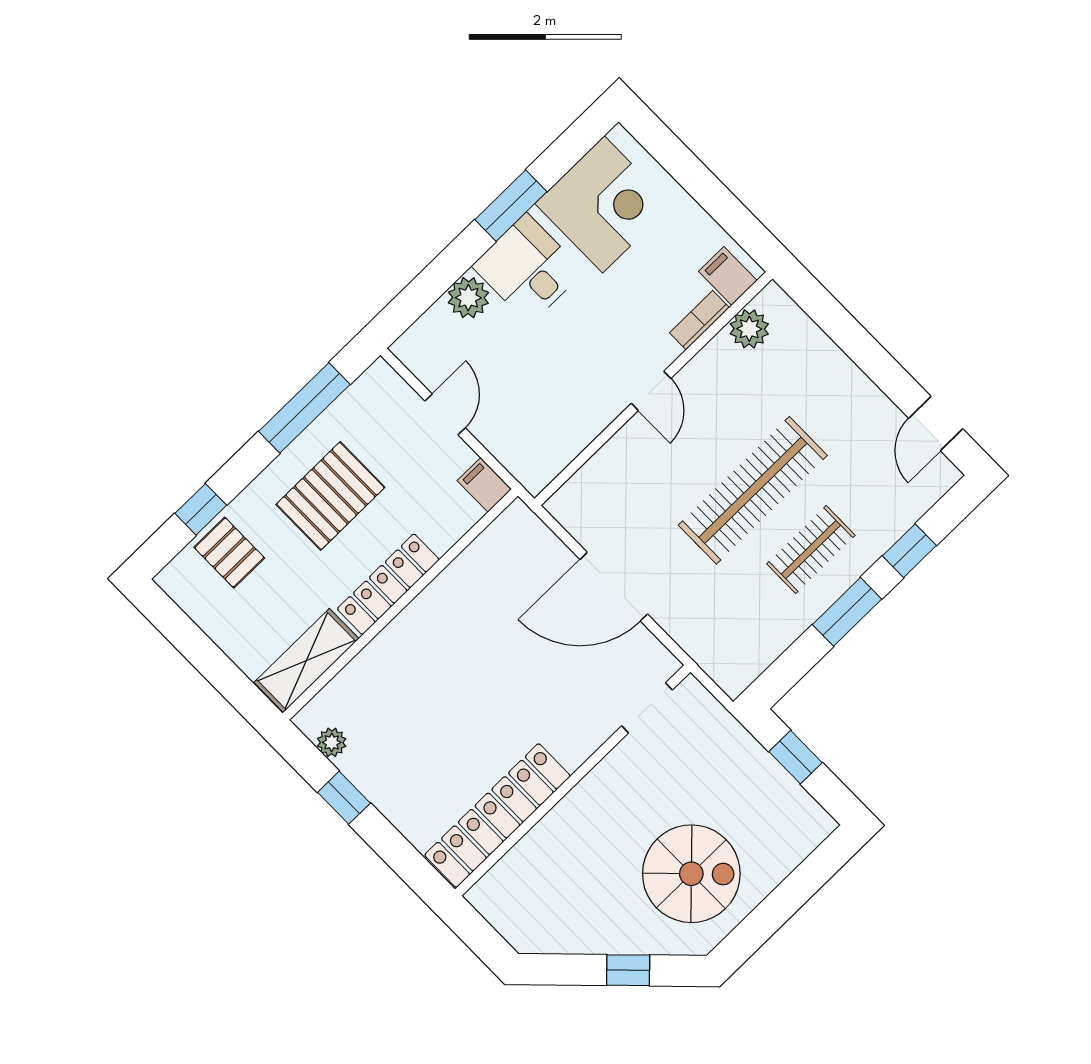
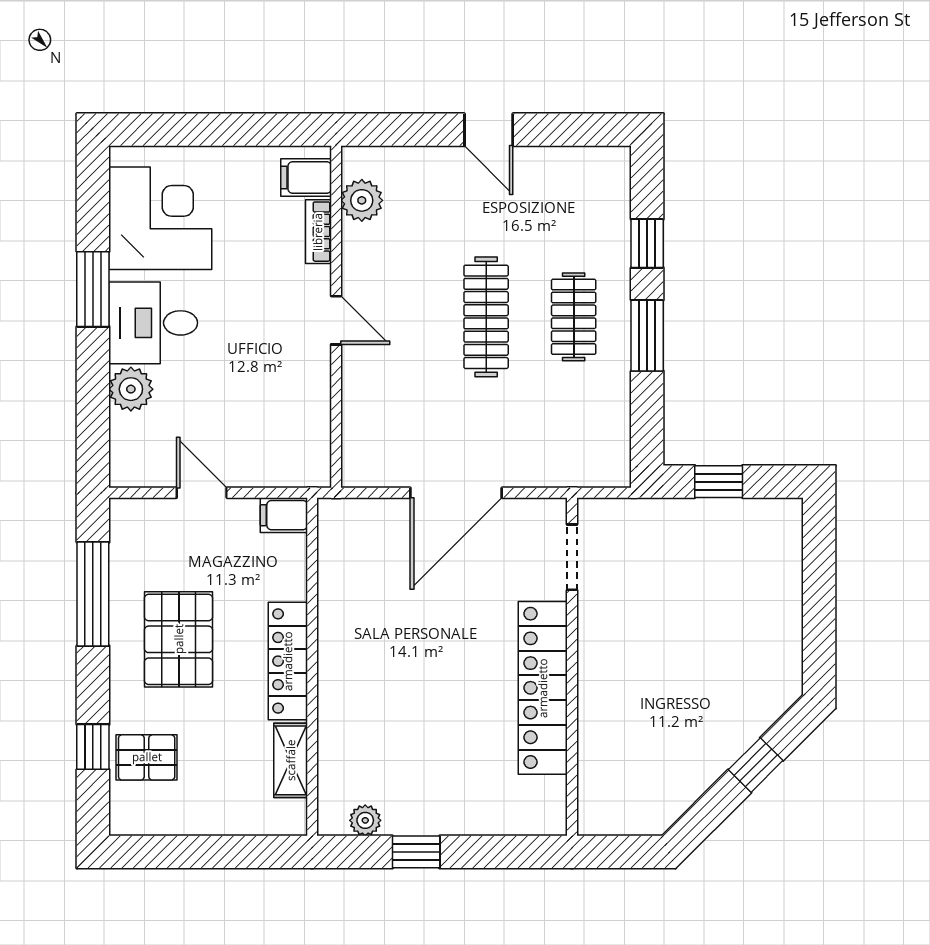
door: (936, 423) -> (489, 130), moved
clothes rail: (753, 490) -> (486, 317), width x0.73, depth x0.76
shelving: (306, 661) -> (291, 760), width x0.67, depth x0.75
locker: (497, 816) -> (543, 688), moved
spiral stairs: (691, 874) -> (730, 646), removed

